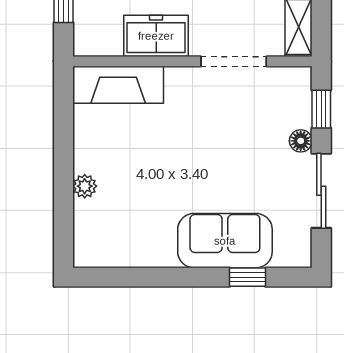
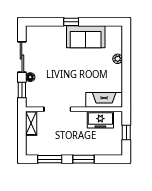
freezer: (156, 36) -> (100, 120), moved
sofa: (225, 241) -> (86, 37), moved
window: (247, 277) -> (71, 22), moved

